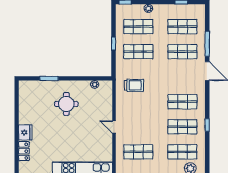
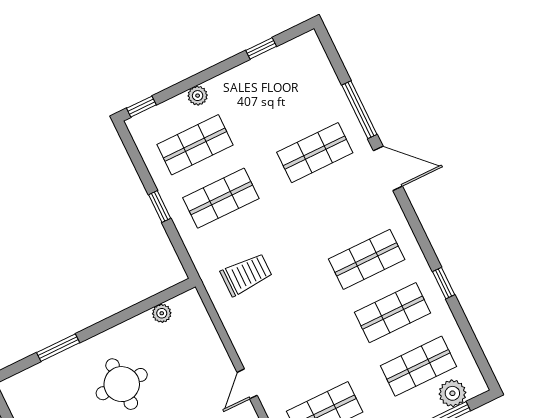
shop shelf: (182, 27) -> (289, 99), removed
door: (114, 127) -> (247, 384), hinge flipped

